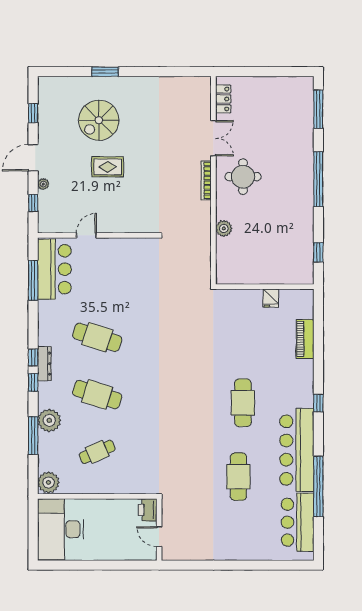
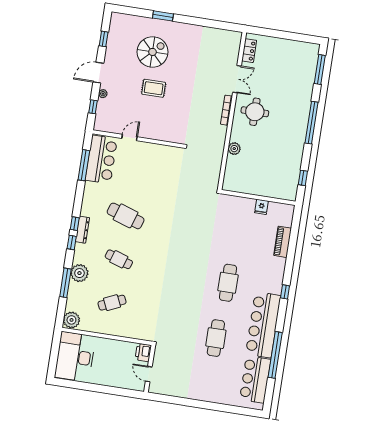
spiral stairs: (99, 120) -> (152, 52), turned 180
cafe table: (97, 395) -> (119, 259), width x0.73, depth x0.74

